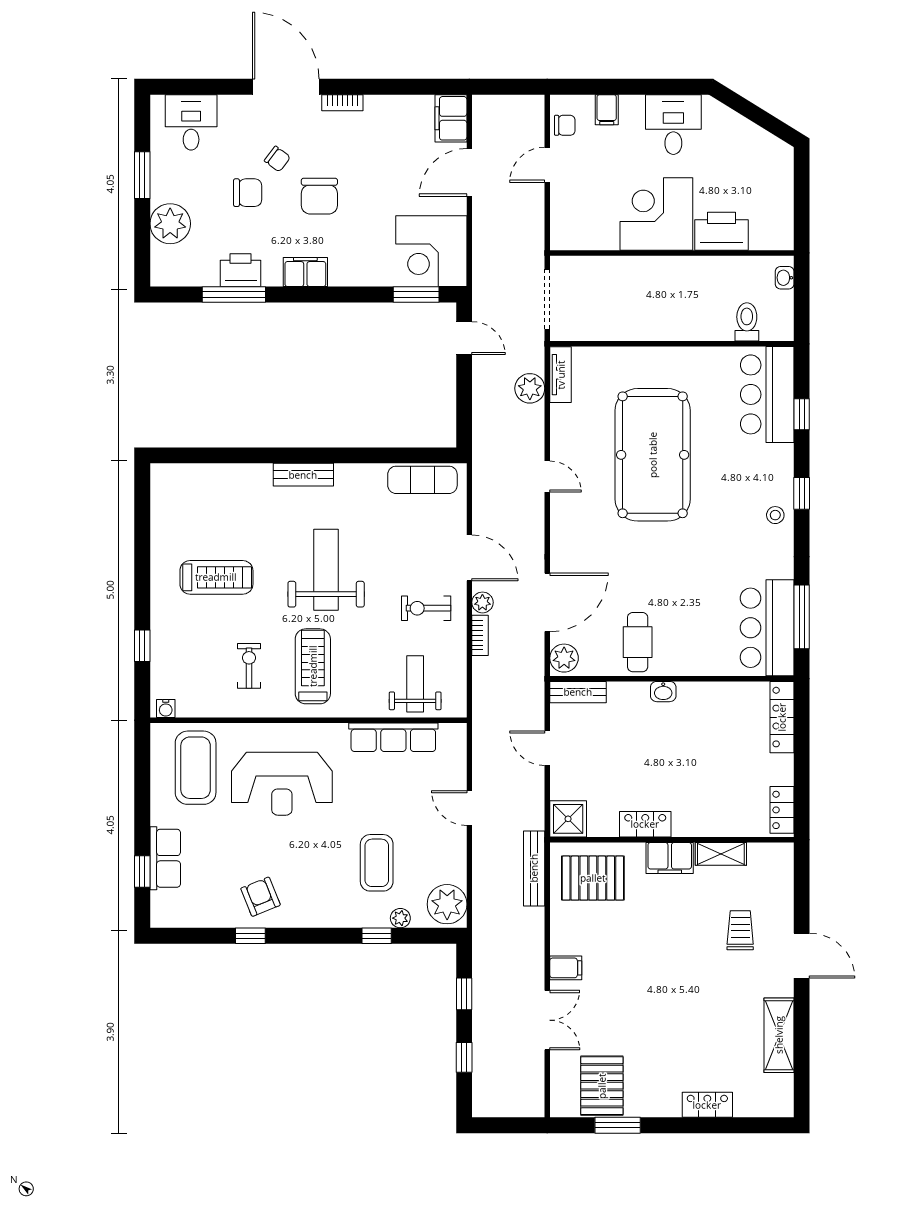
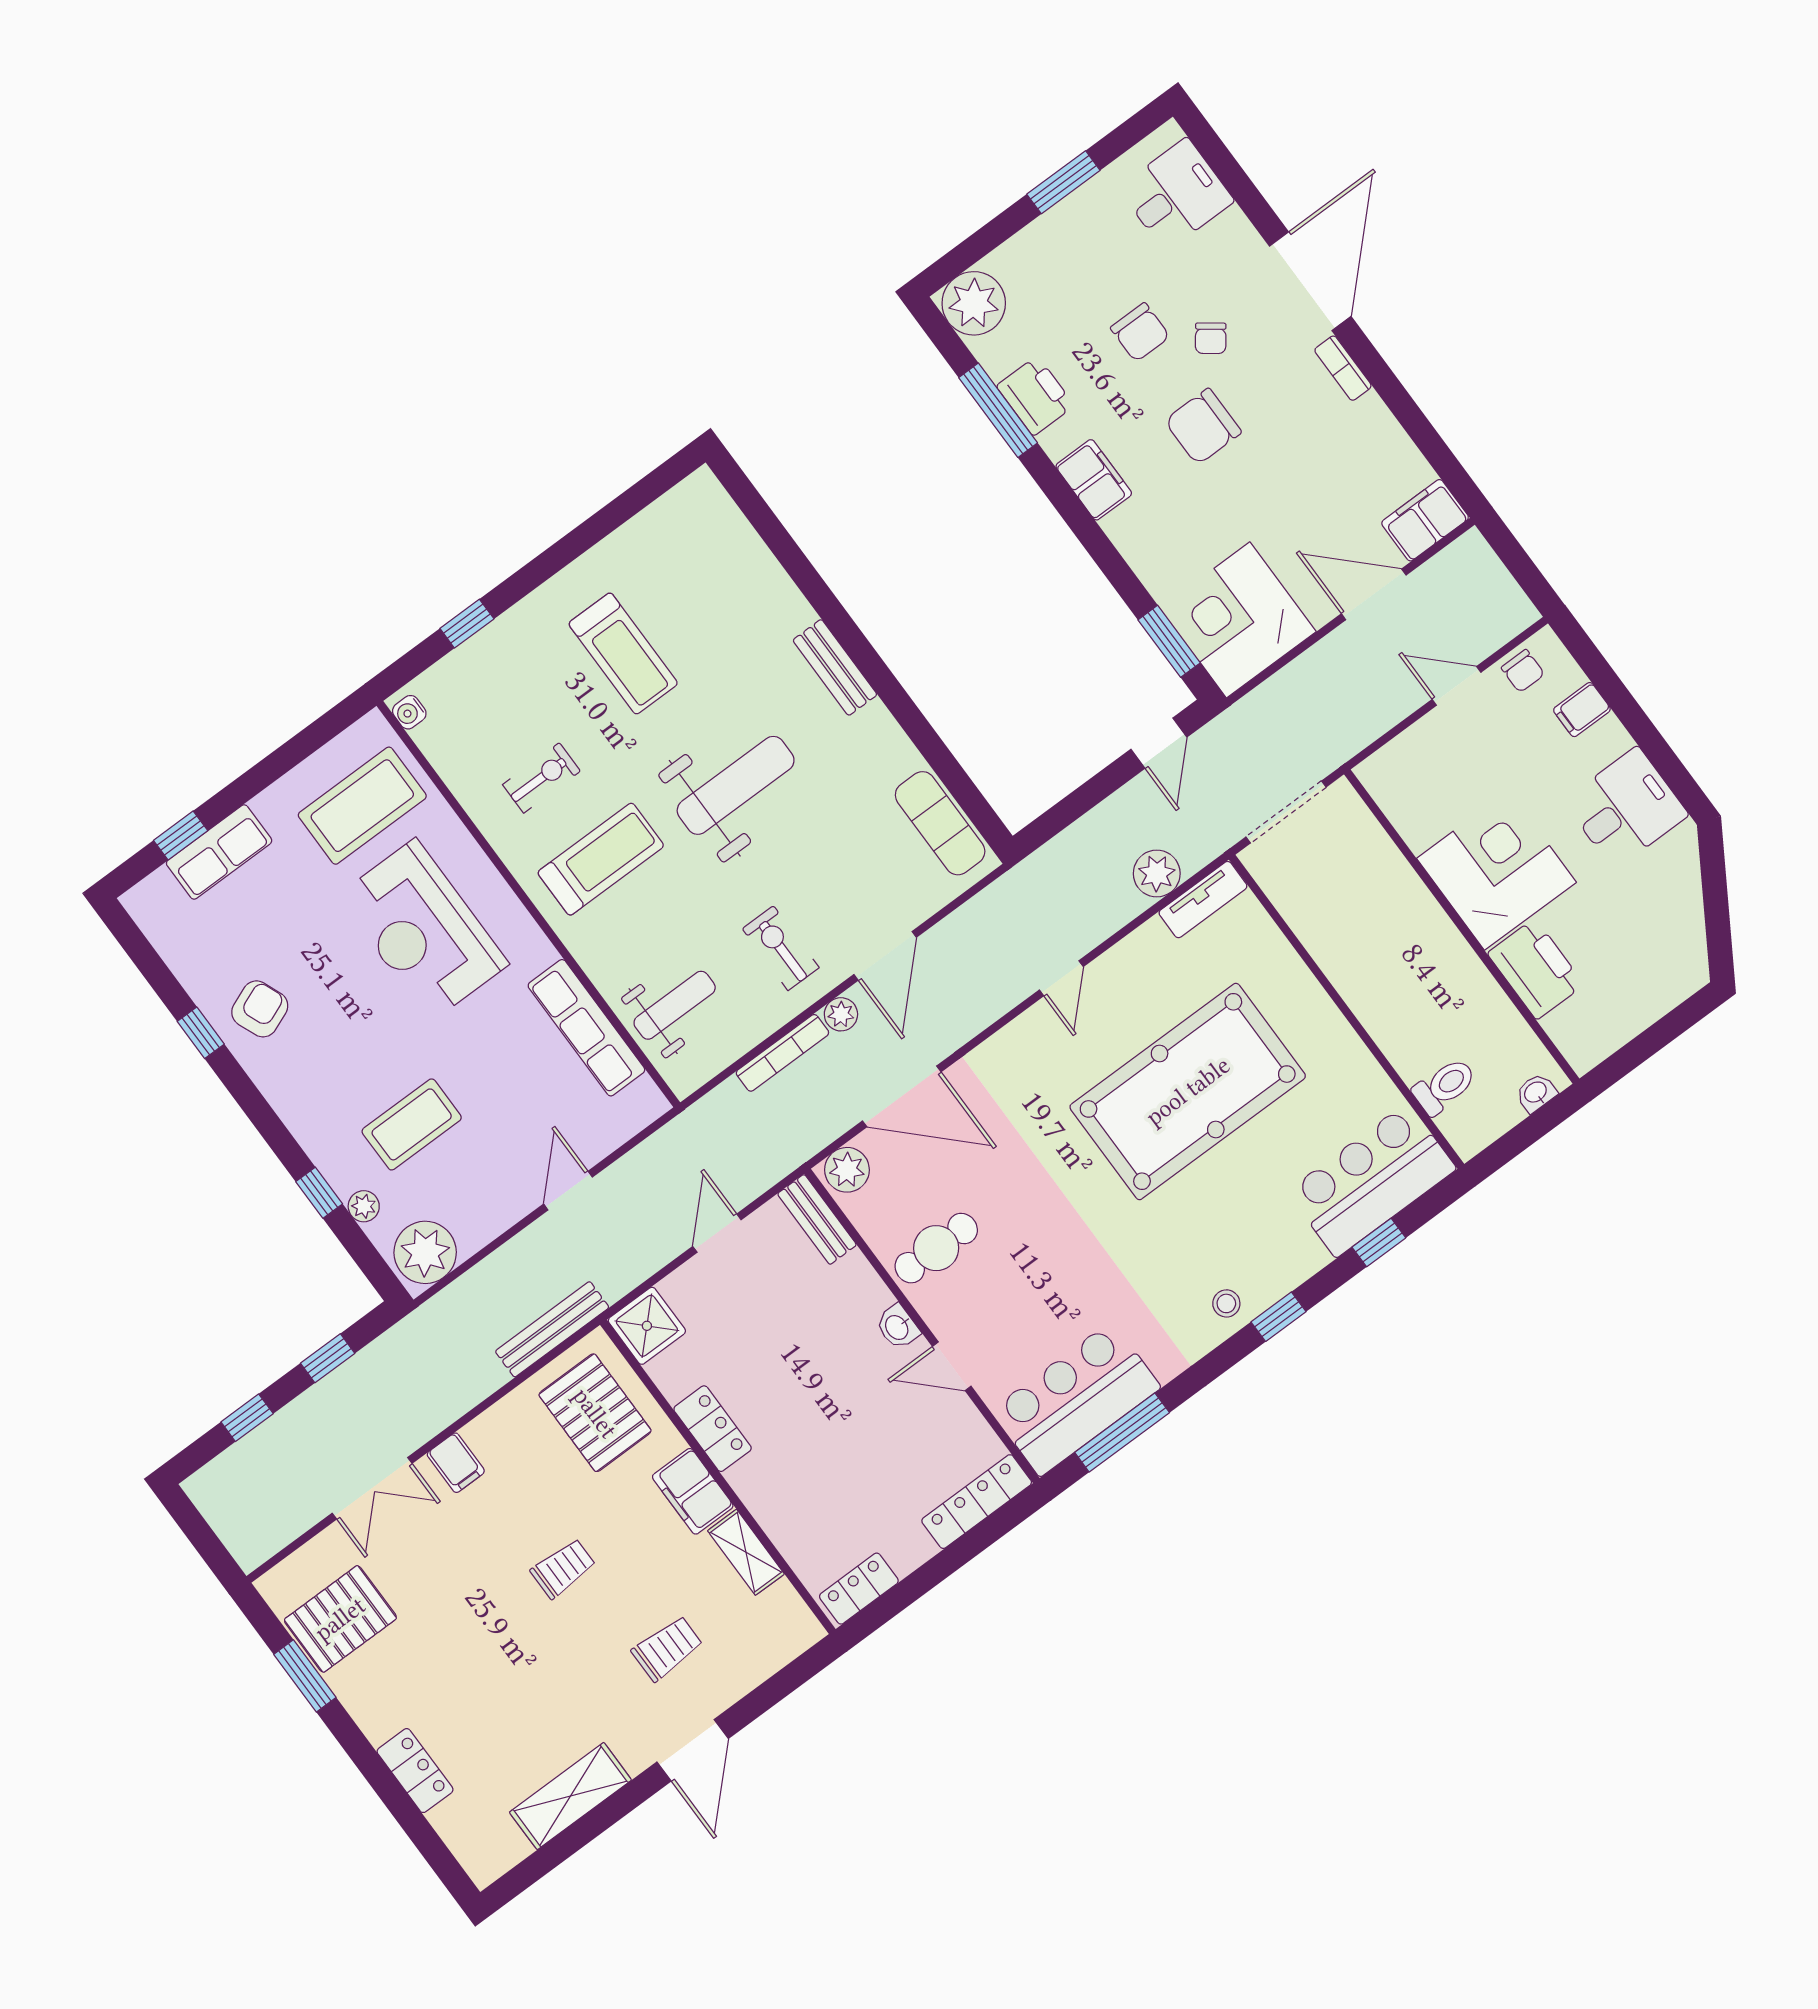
plant: (170, 224) -> (974, 303), moved
bookcase: (480, 635) -> (782, 1053), width x1.56
door: (704, 679) -> (952, 1366), added
trolley: (660, 953) -> (563, 1568), added

